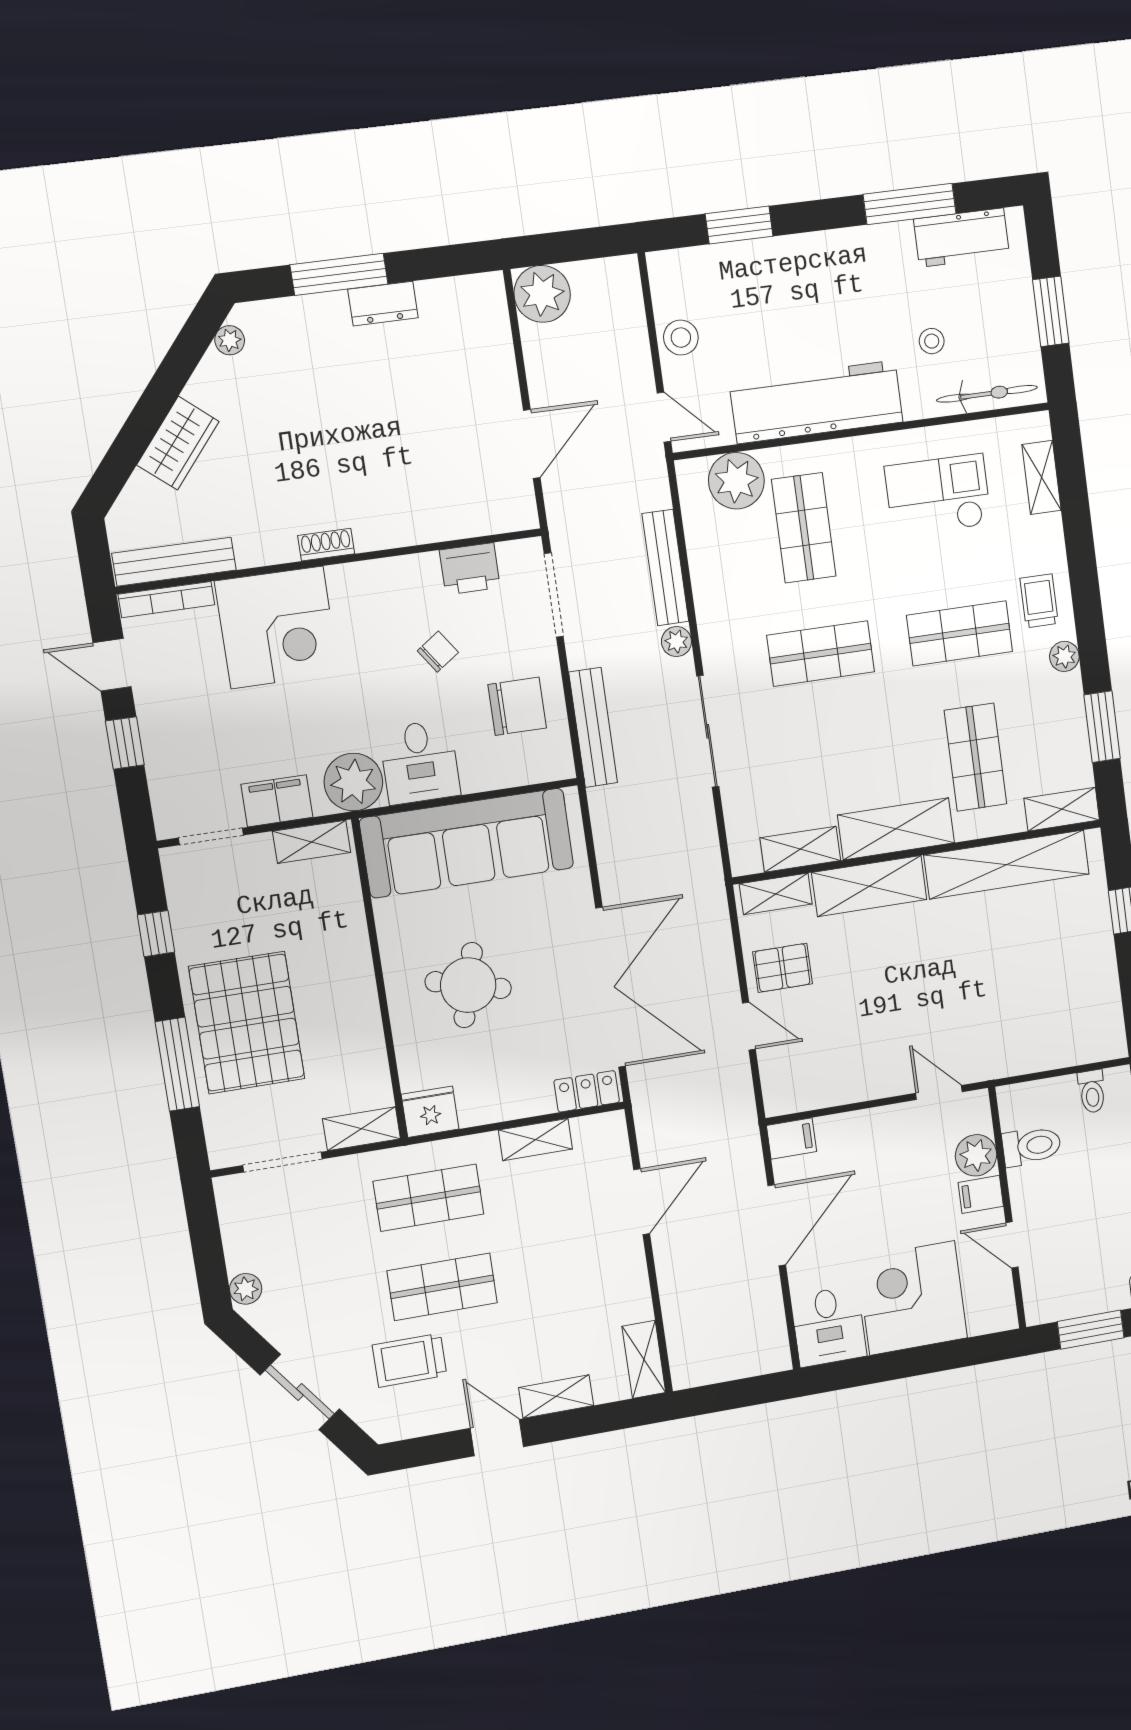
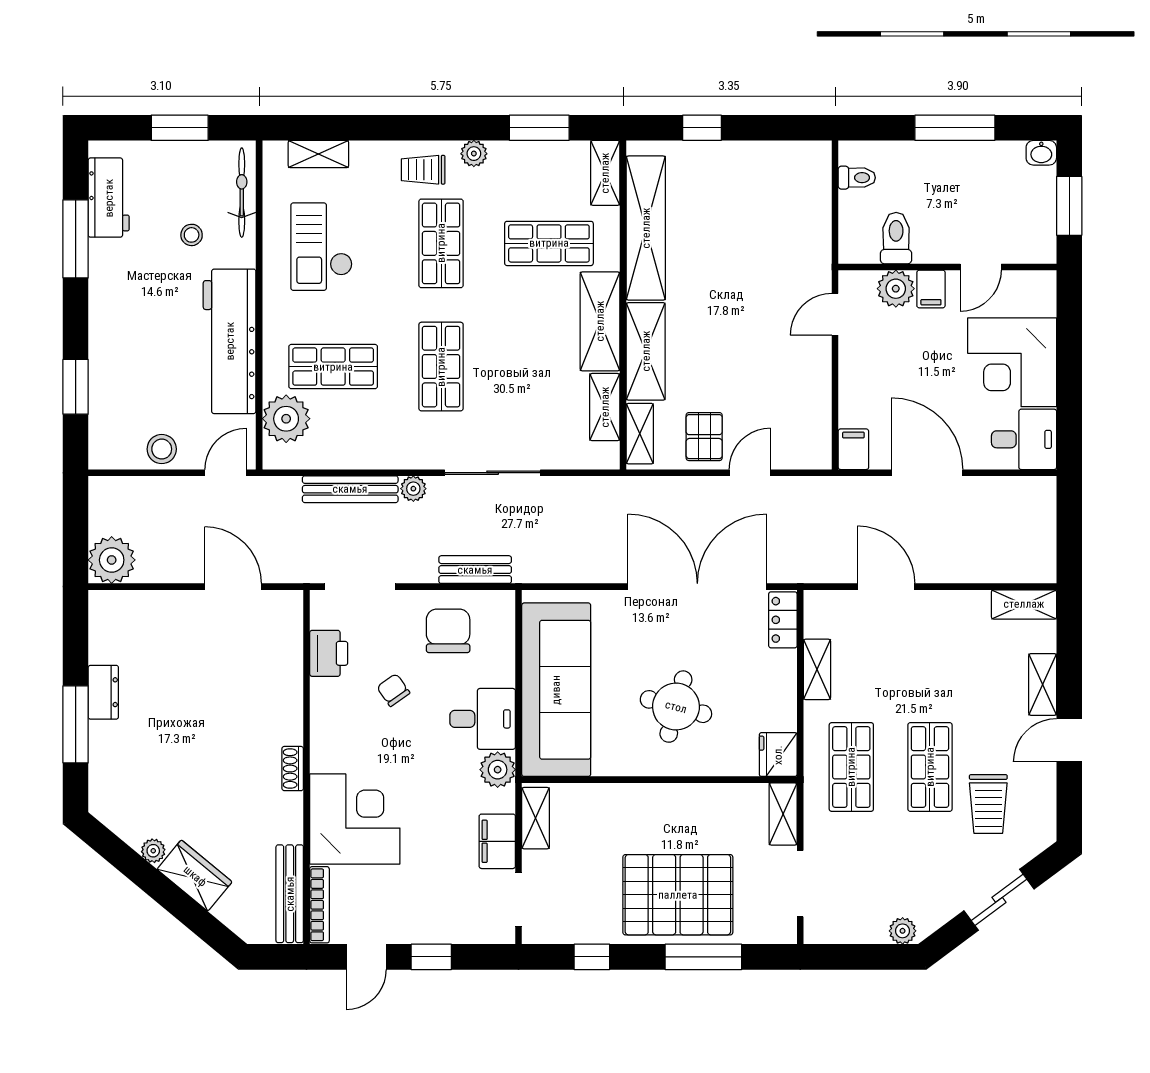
plant: (230, 340) -> (153, 851), moved
bench: (593, 727) -> (475, 570), width x0.73
plant: (353, 782) -> (498, 770), width x0.73, depth x0.73

